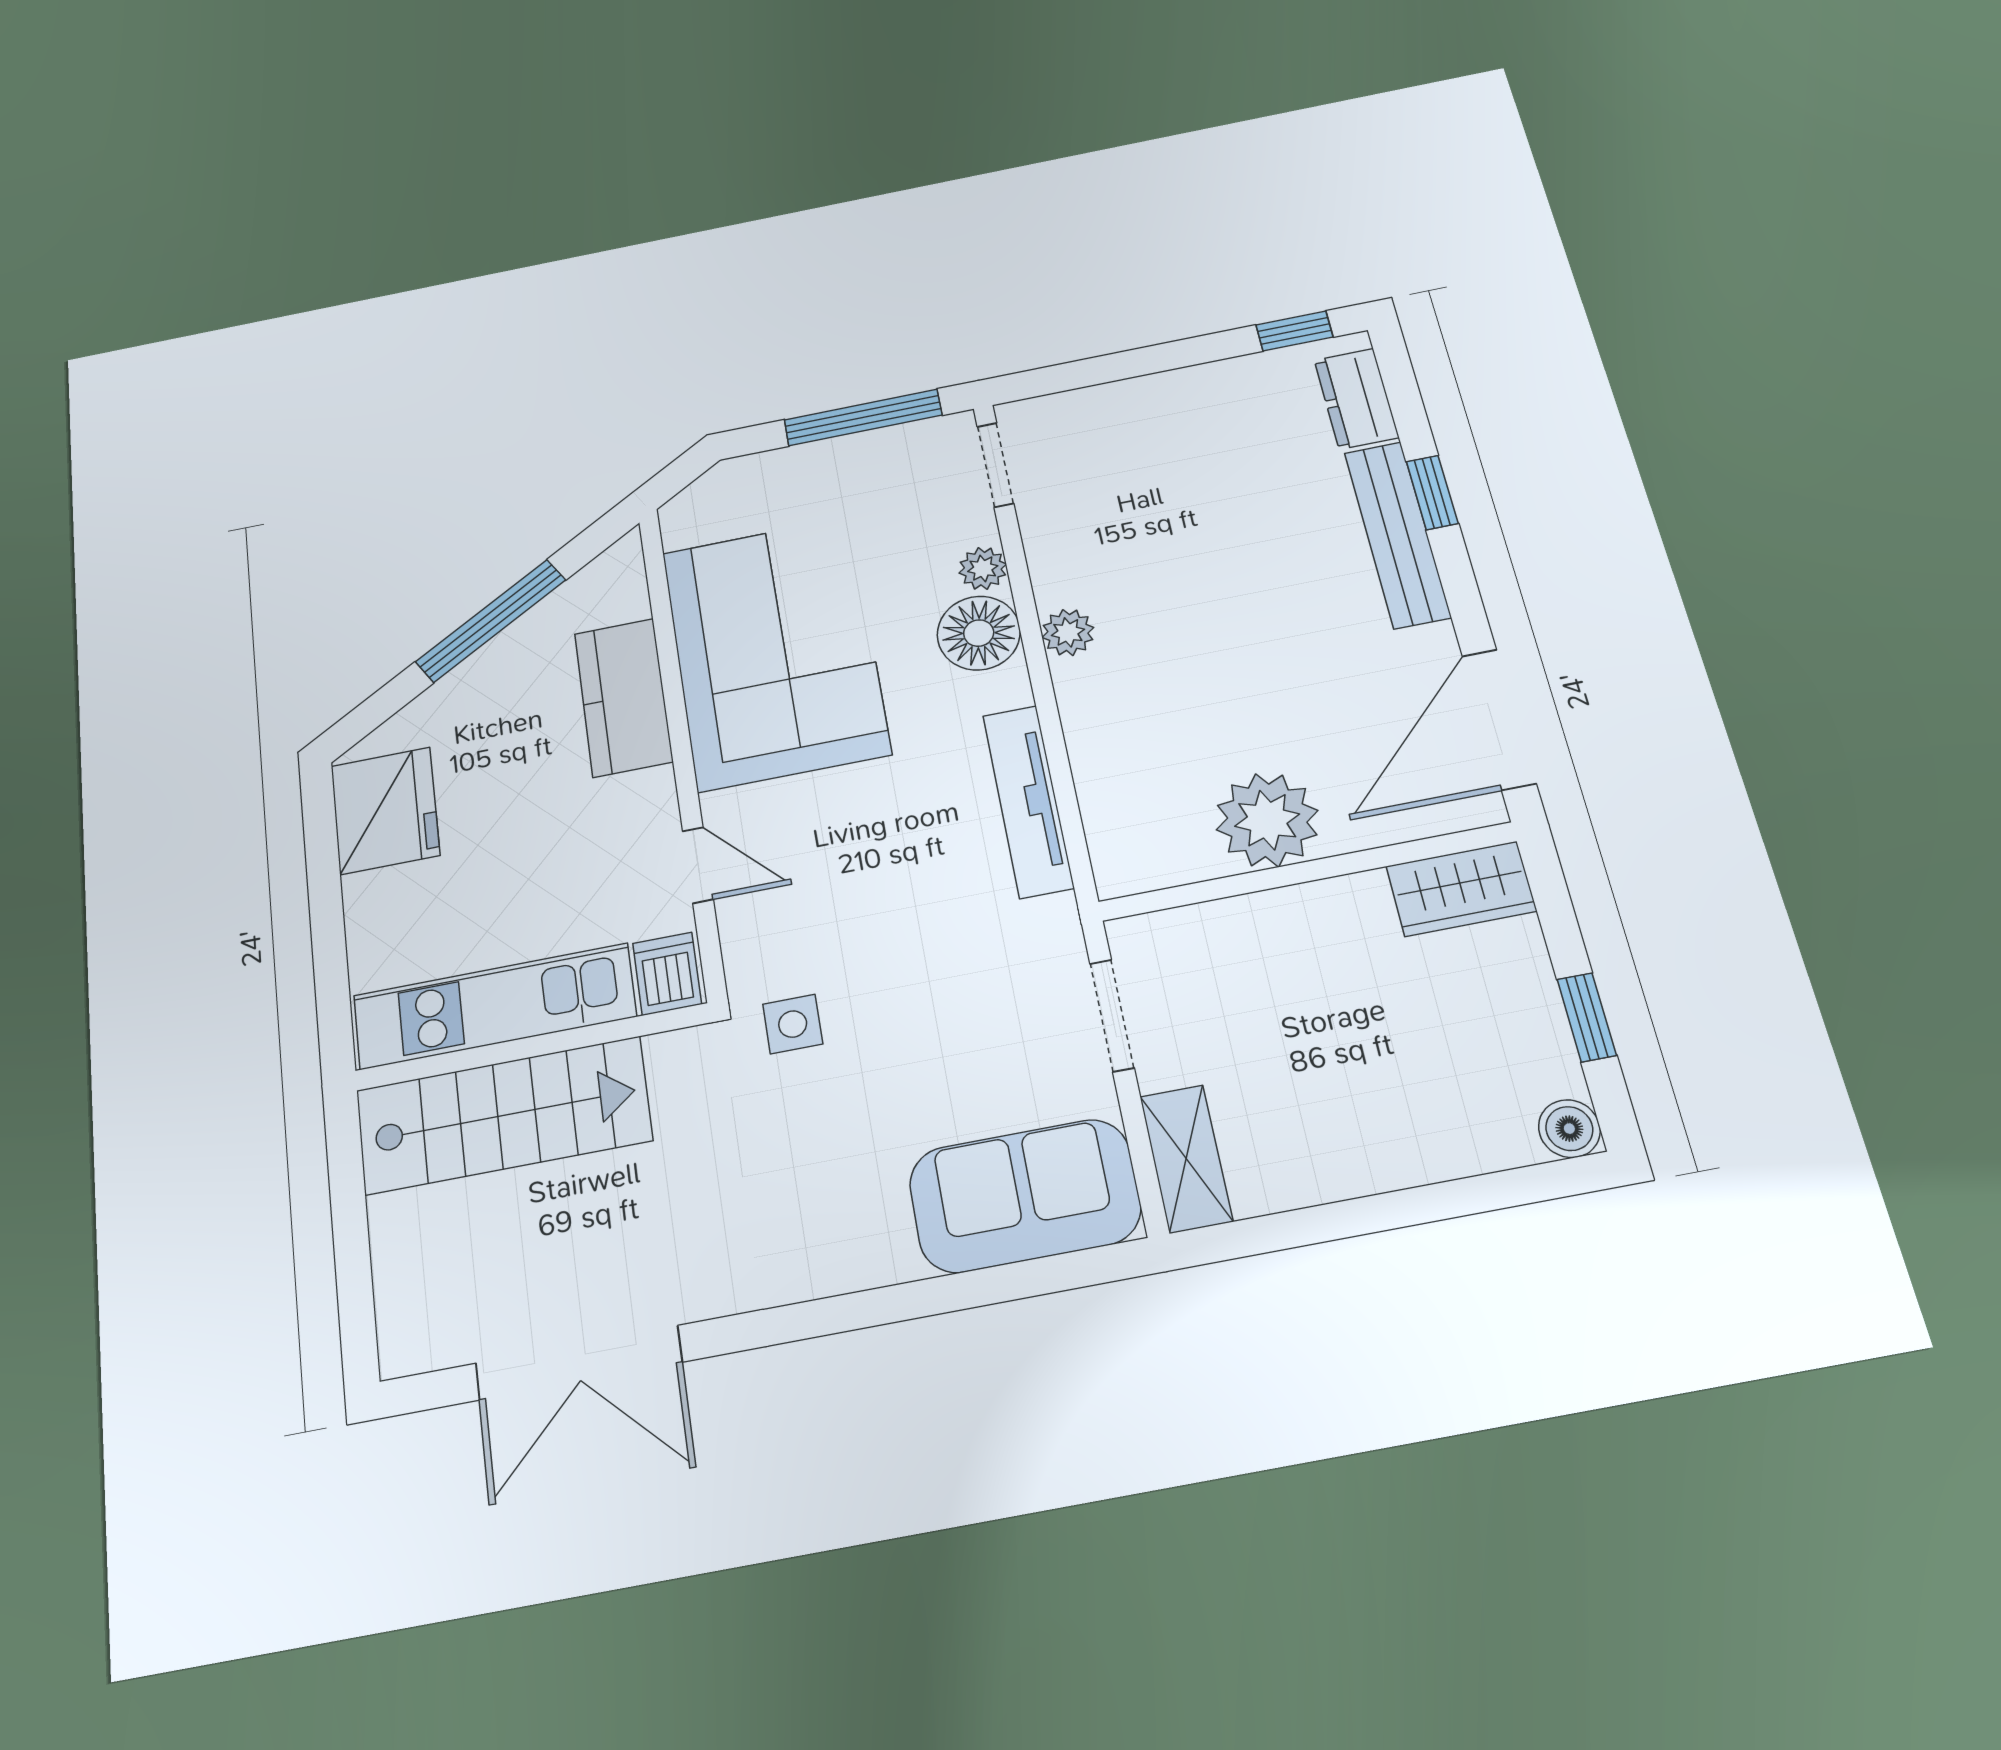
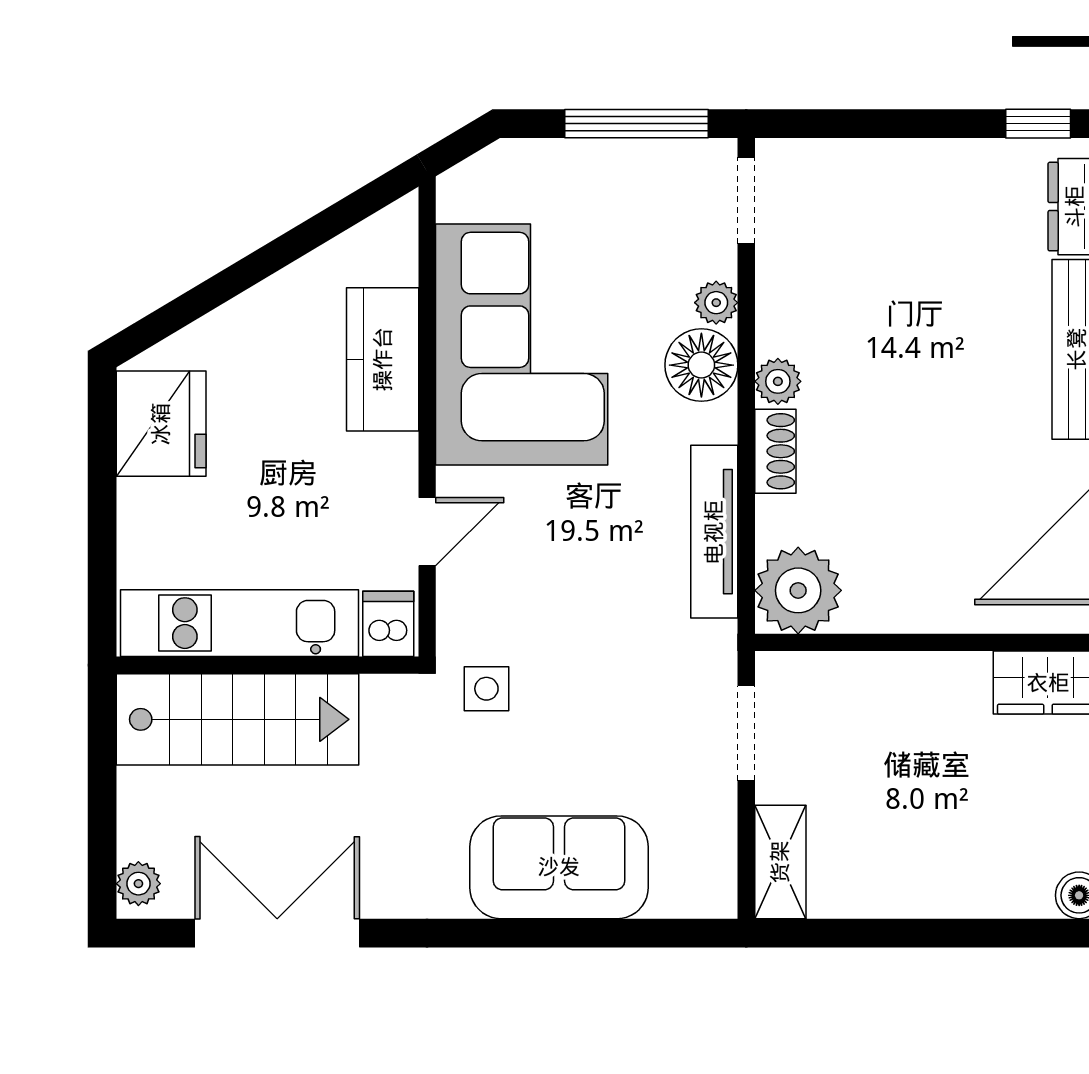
window: (491, 621) -> (273, 257), removed
shoe rack: (1080, 704) -> (775, 451), added
plant: (1267, 820) -> (798, 590), moved
door: (698, 865) -> (427, 532), hinge flipped
sofa: (1025, 1196) -> (559, 867), moved
plant: (403, 1333) -> (138, 884), added
double door: (579, 1363) -> (277, 933), swing flipped

